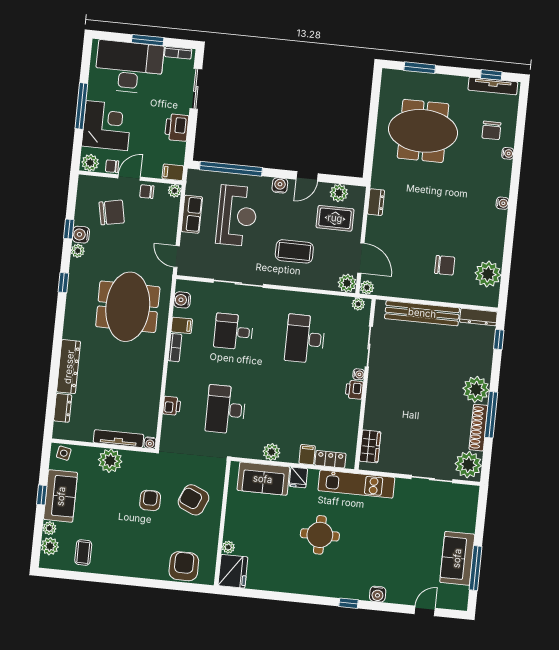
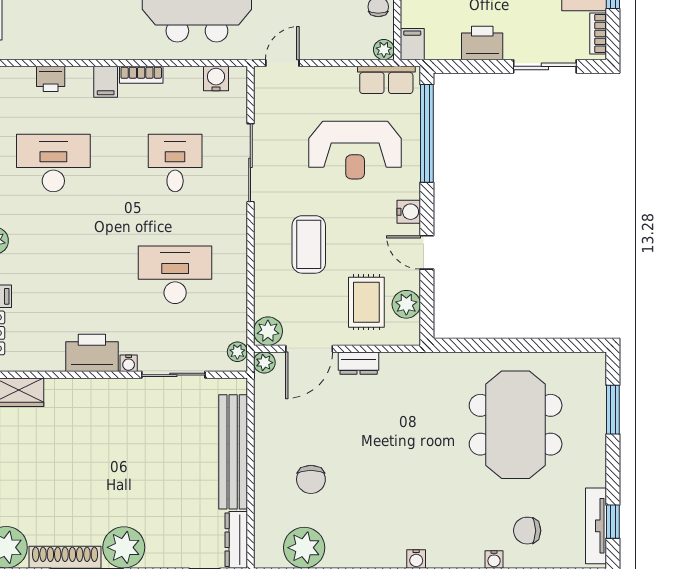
dresser: (376, 202) -> (359, 363), moved
row of seats: (192, 214) -> (386, 80), moved
filing cabinet: (182, 325) -> (106, 82), moved
printer: (354, 390) -> (92, 353), width x1.87, depth x1.48

